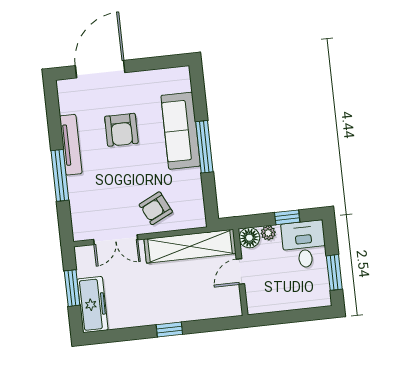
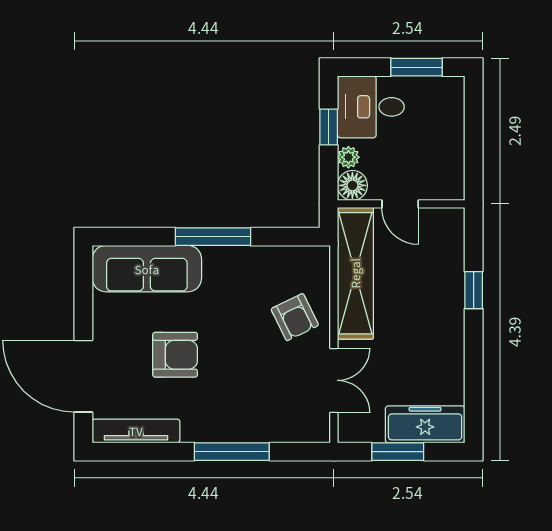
sofa: (181, 131) -> (147, 269), moved
tv unit: (71, 145) -> (136, 431), moved
window: (169, 330) -> (474, 290), moved

